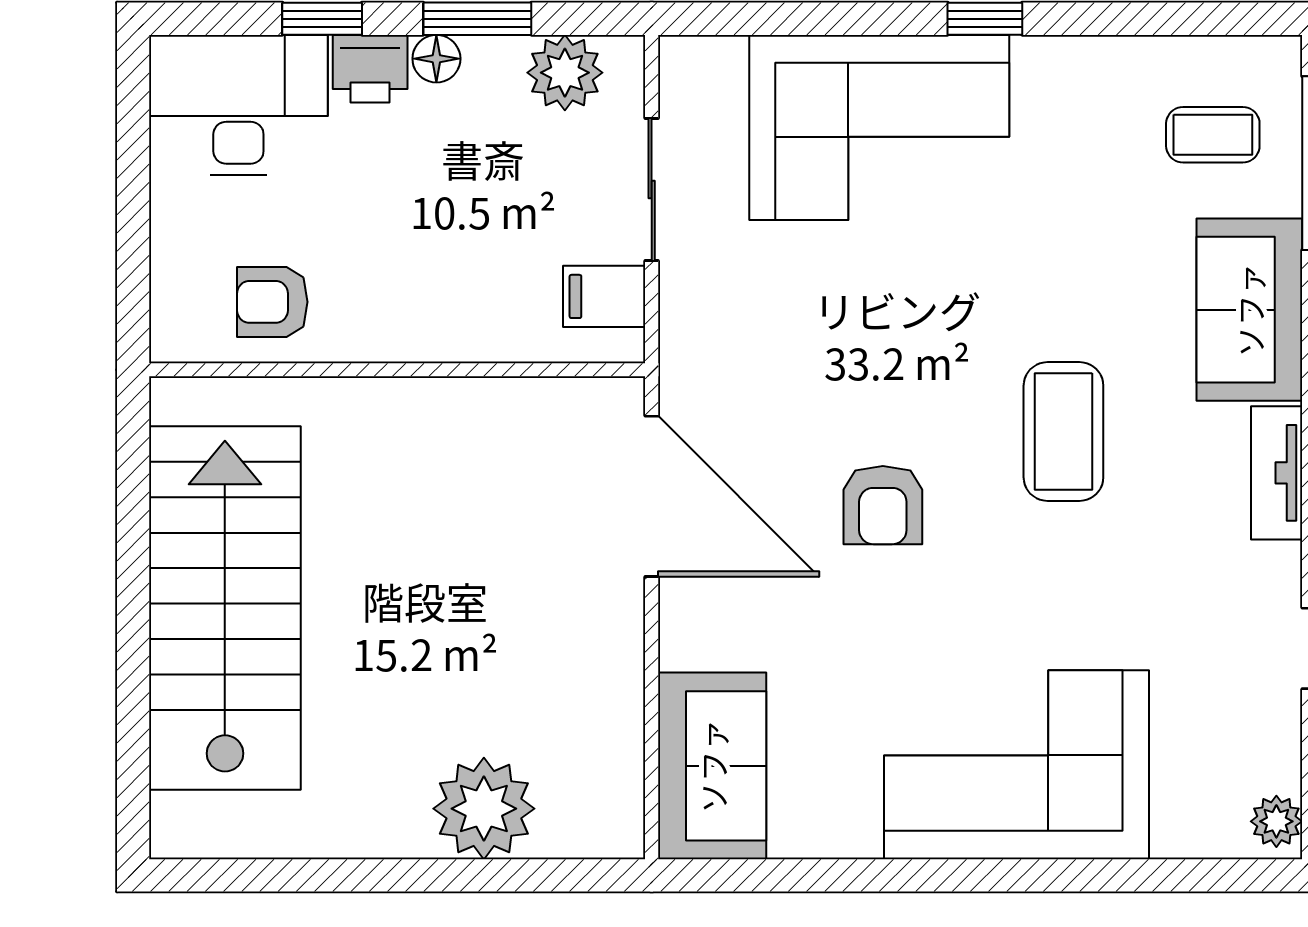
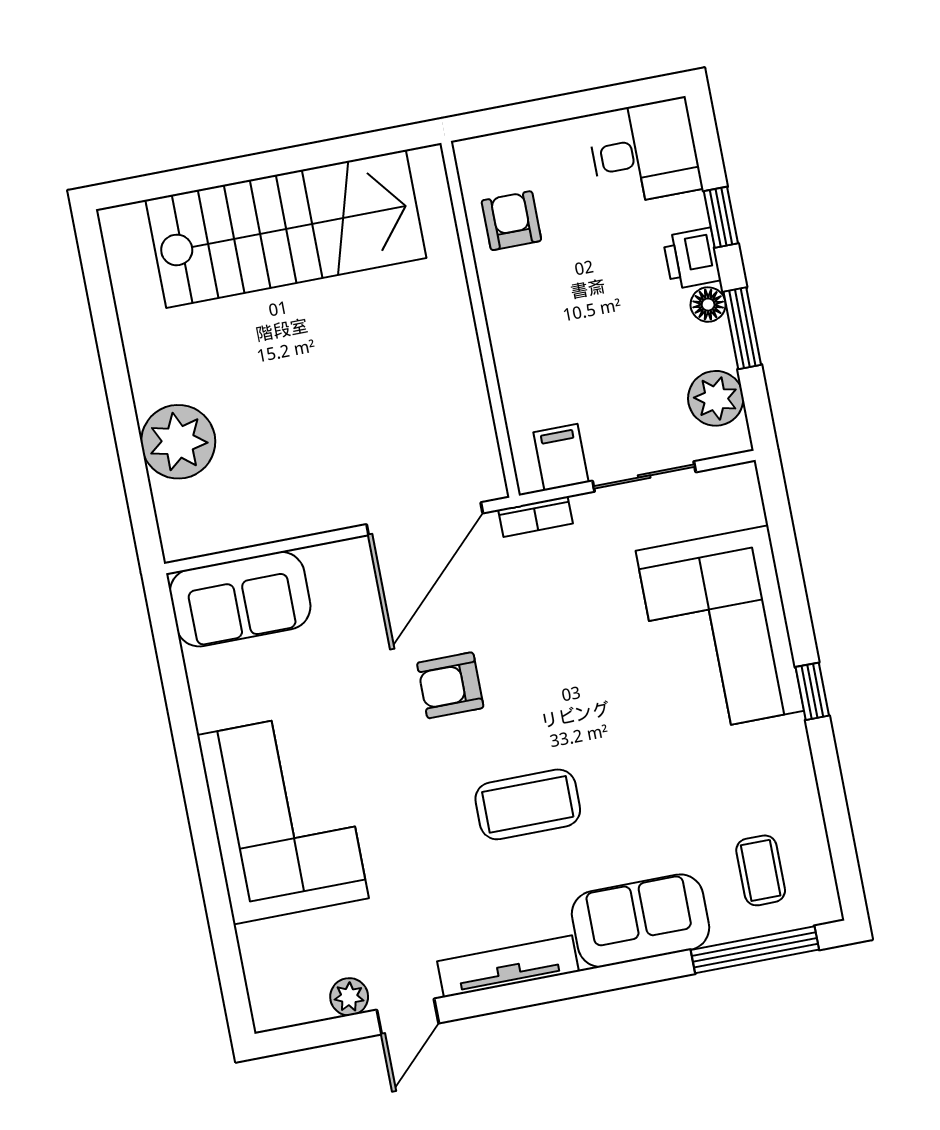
desk: (238, 105) -> (644, 152), width x0.73
bookcase: (677, 346) -> (535, 517), added
tv unit: (1277, 473) -> (508, 966), width x1.41
plant: (1276, 821) -> (349, 997), moved

